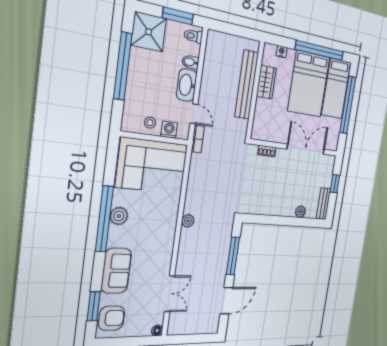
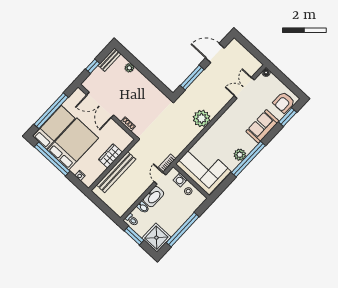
wardrobe: (266, 82) -> (110, 156), moved
plant: (188, 221) -> (202, 118), width x1.88, depth x1.88
armchair: (112, 318) -> (284, 102), turned -90

